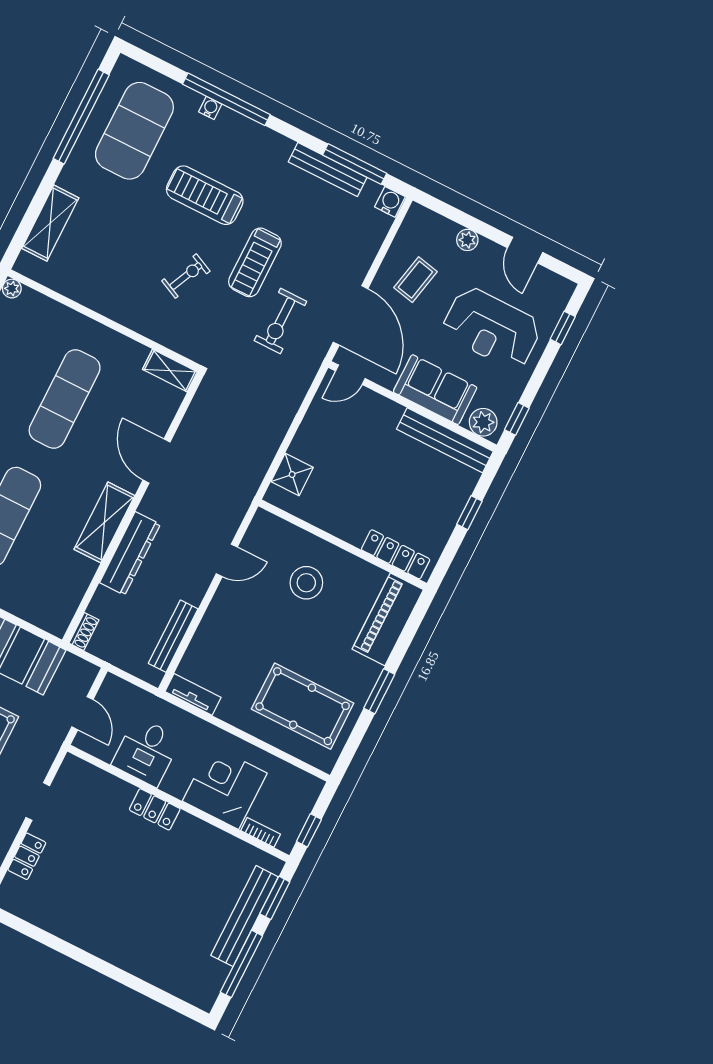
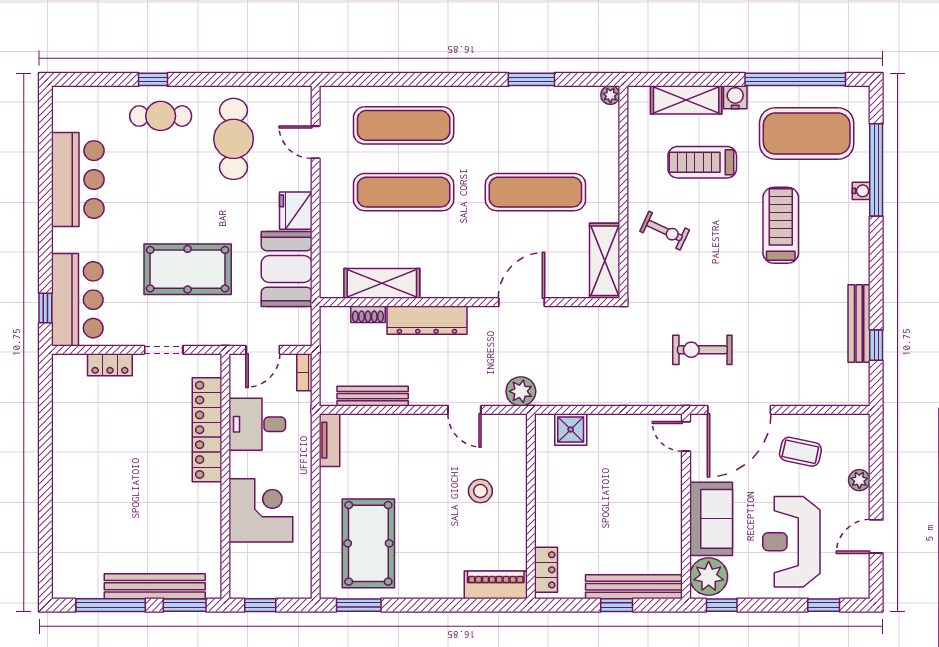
window: (226, 99) -> (876, 170), moved
window: (355, 164) -> (876, 345), width x0.46
water cooler: (390, 202) -> (735, 97), moved, turned -90
treadmill: (255, 262) -> (702, 162), moved
exercise bike: (186, 276) -> (665, 231), moved
shelving: (170, 371) -> (605, 261), width x1.50, depth x1.33
plant: (483, 422) -> (709, 577), width x1.36, depth x1.36
bench: (445, 440) -> (634, 587), moved, turned 90
plant: (236, 502) -> (521, 391), added
shelving: (104, 522) -> (382, 283), moved
locker: (396, 554) -> (546, 570), width x0.66
stool: (306, 583) -> (480, 491), width x0.73, depth x0.73
piano: (388, 619) -> (496, 585), width x0.73, depth x0.75
shoe rack: (84, 631) -> (368, 314), moved
window: (379, 691) -> (359, 605), moved
locker: (155, 809) -> (207, 430), width x2.16, depth x1.21
bookcase: (261, 832) -> (304, 372), moved, turned 180

